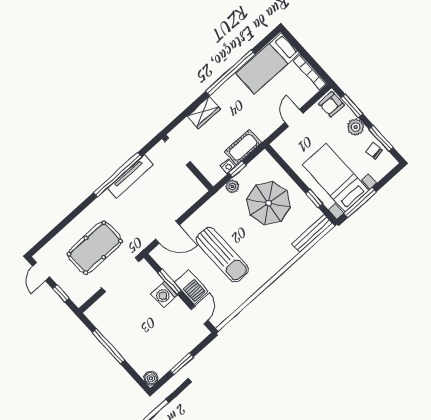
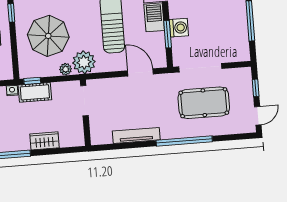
doorway: (177, 151) -> (84, 101), moved
nightstand: (228, 166) -> (12, 91), moved
window: (237, 169) -> (32, 81), moved
window: (117, 175) -> (184, 141), moved
plant: (221, 204) -> (84, 62), added

